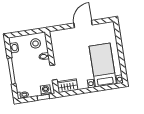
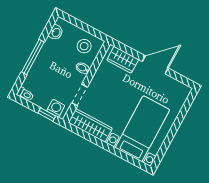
wardrobe: (63, 35) -> (123, 60), added
wardrobe: (67, 86) -> (90, 125), width x1.50

